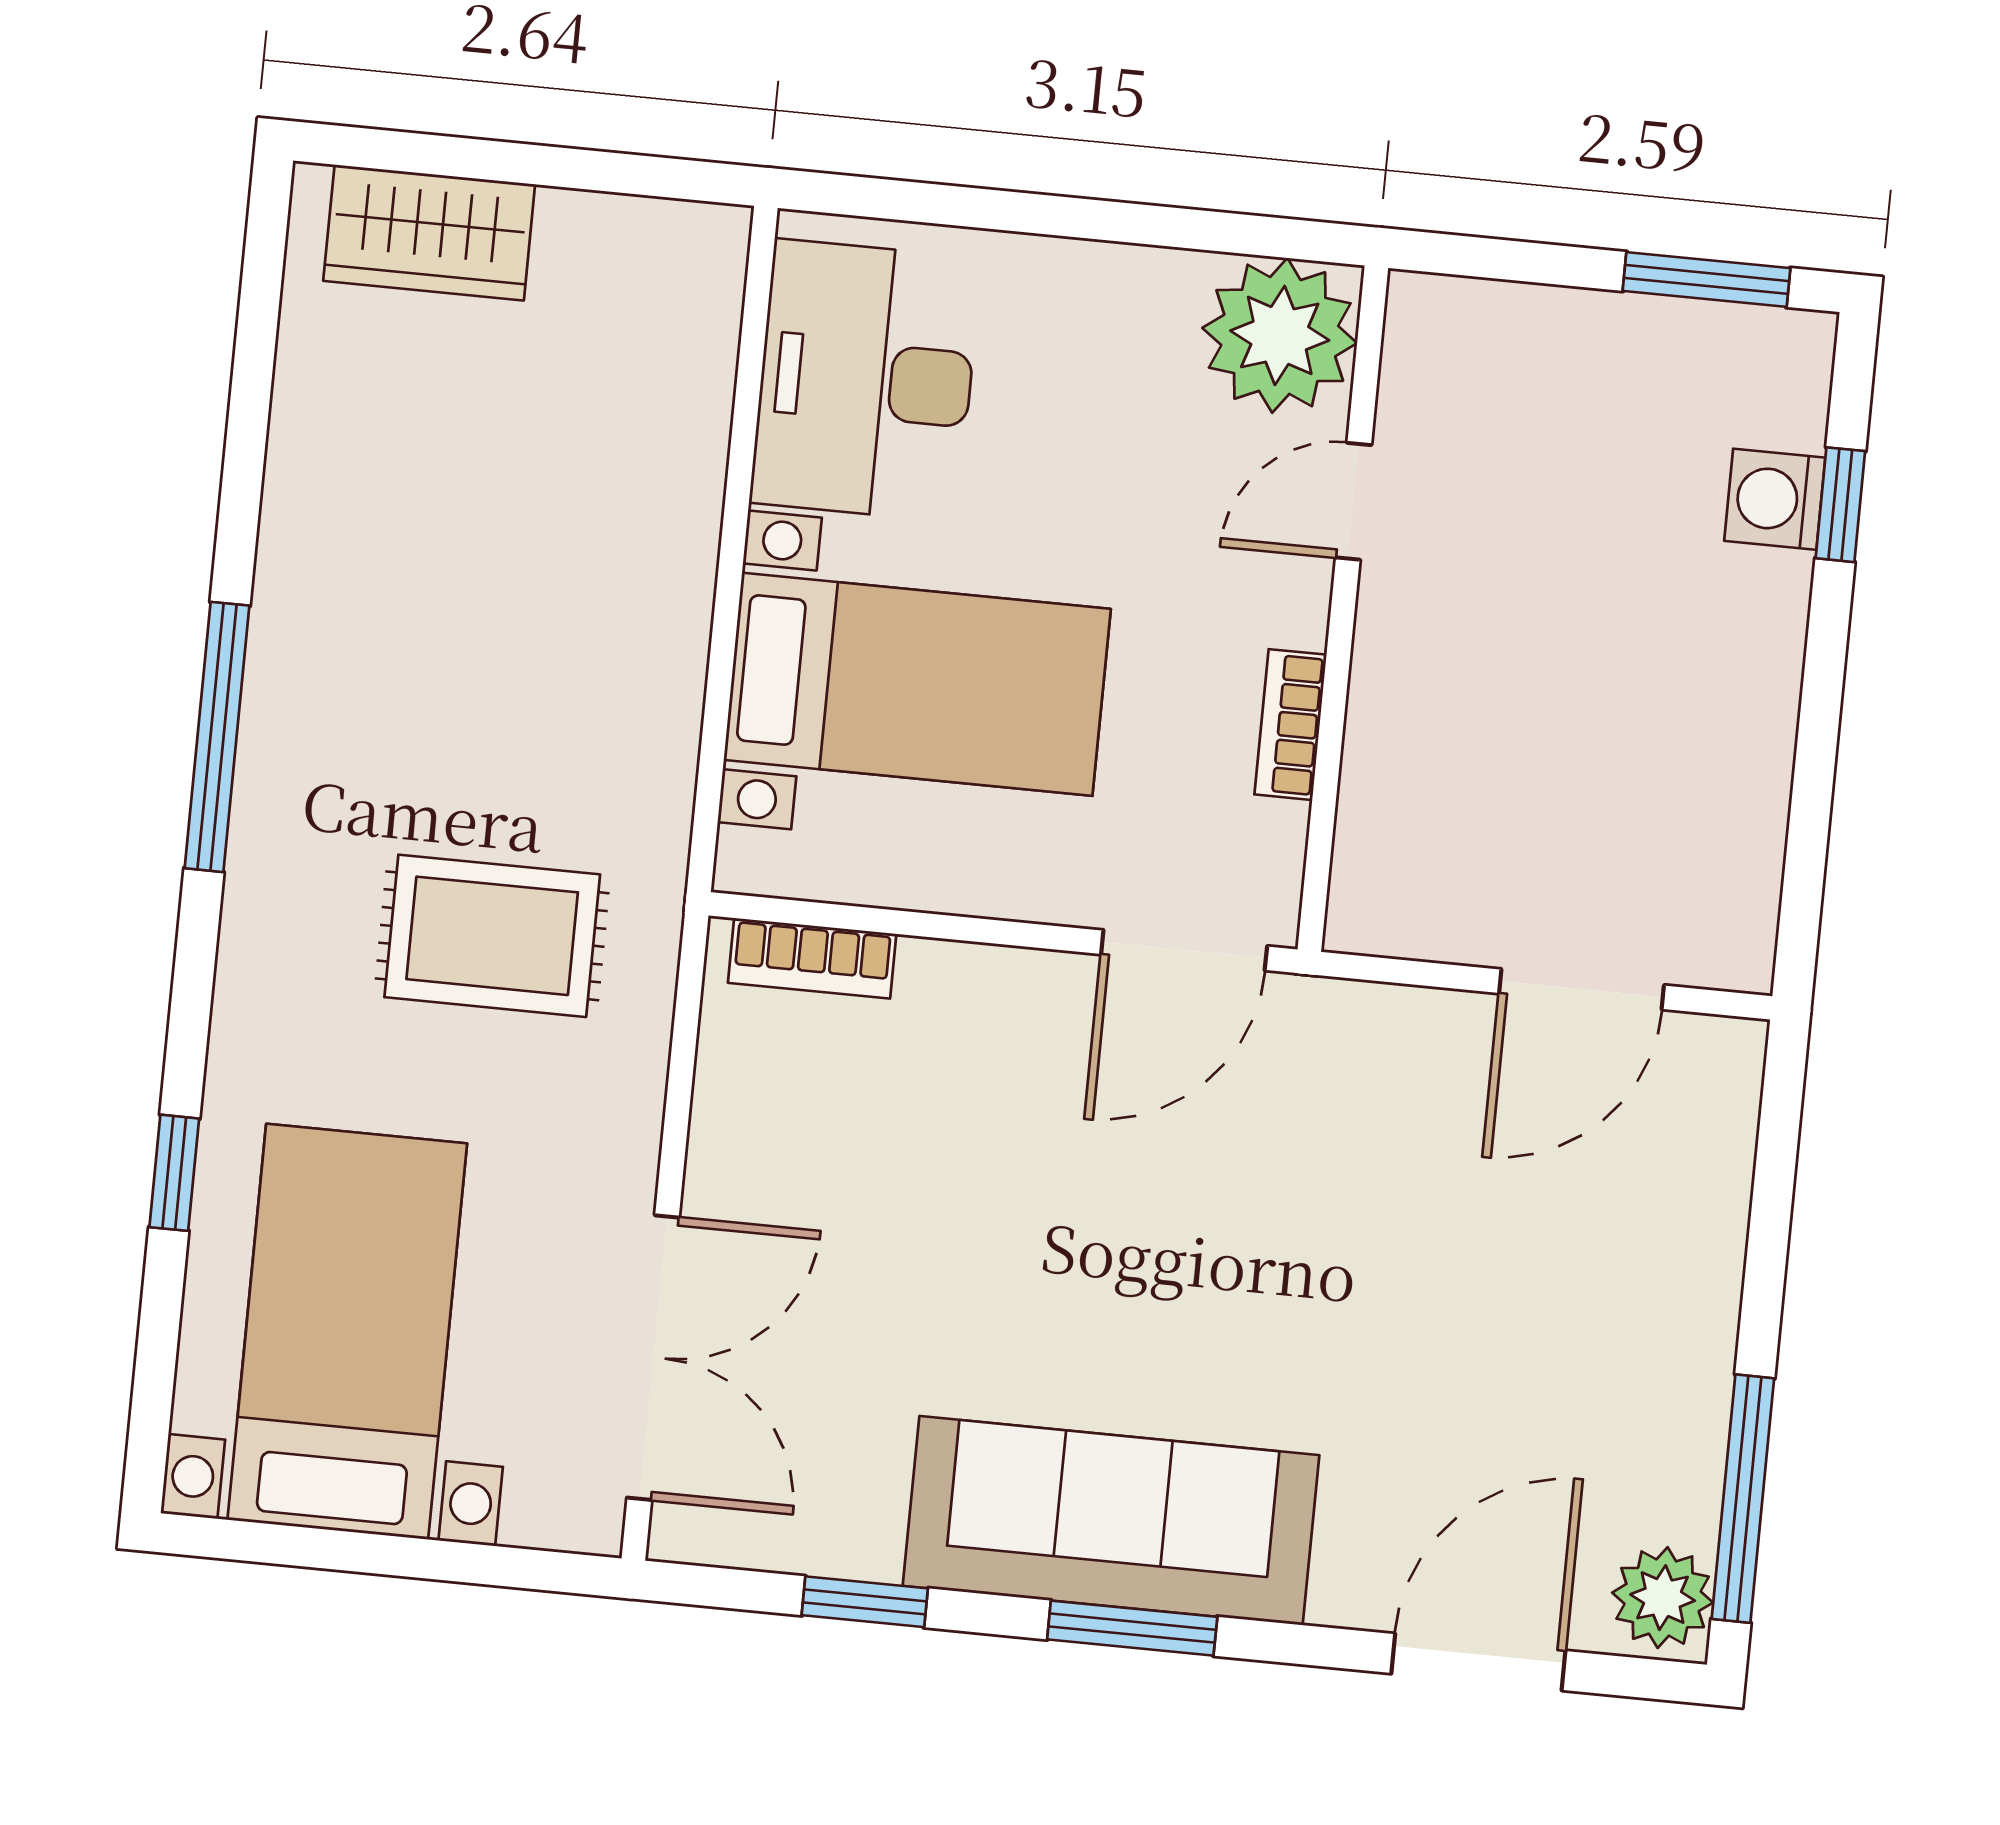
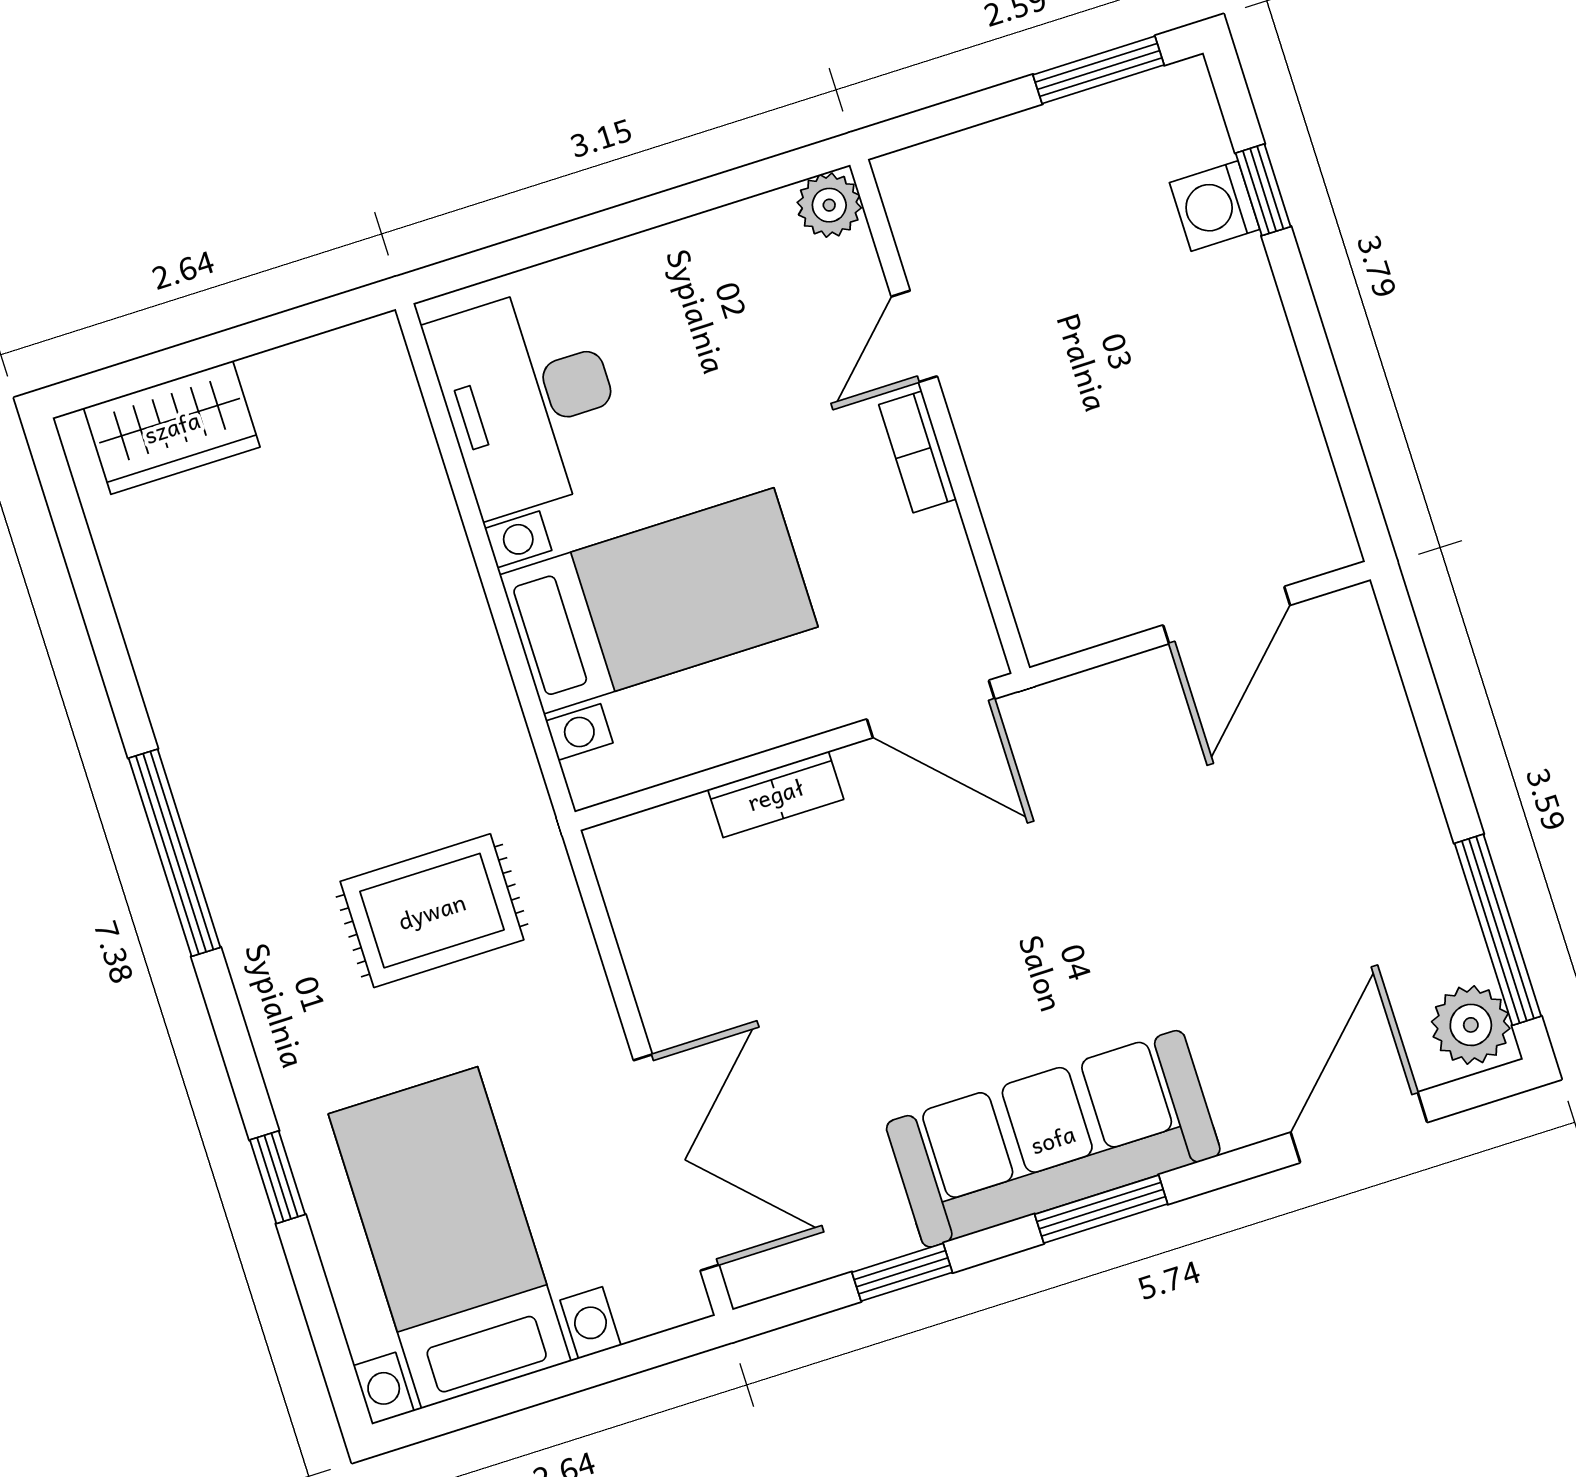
plant: (1280, 335) -> (829, 205), width x0.53, depth x0.53
bookcase: (1290, 725) -> (918, 452), moved
door: (1184, 950) -> (931, 709), hinge flipped
bookcase: (812, 958) -> (776, 794), moved

